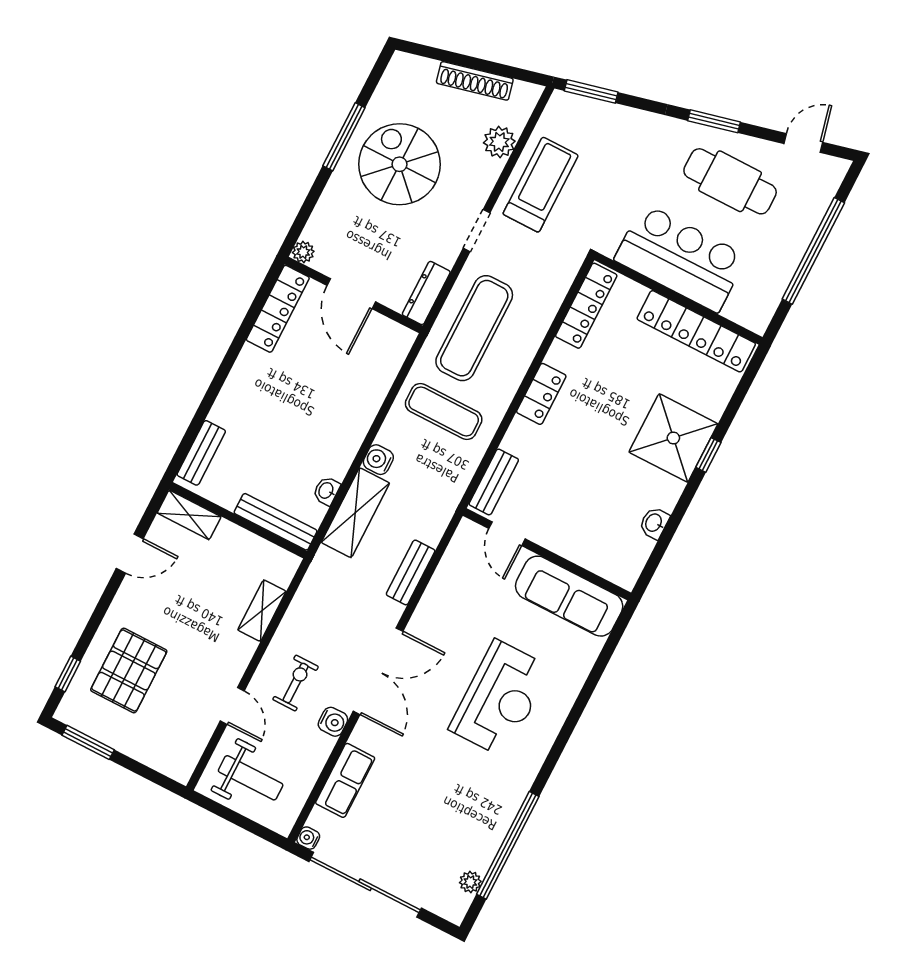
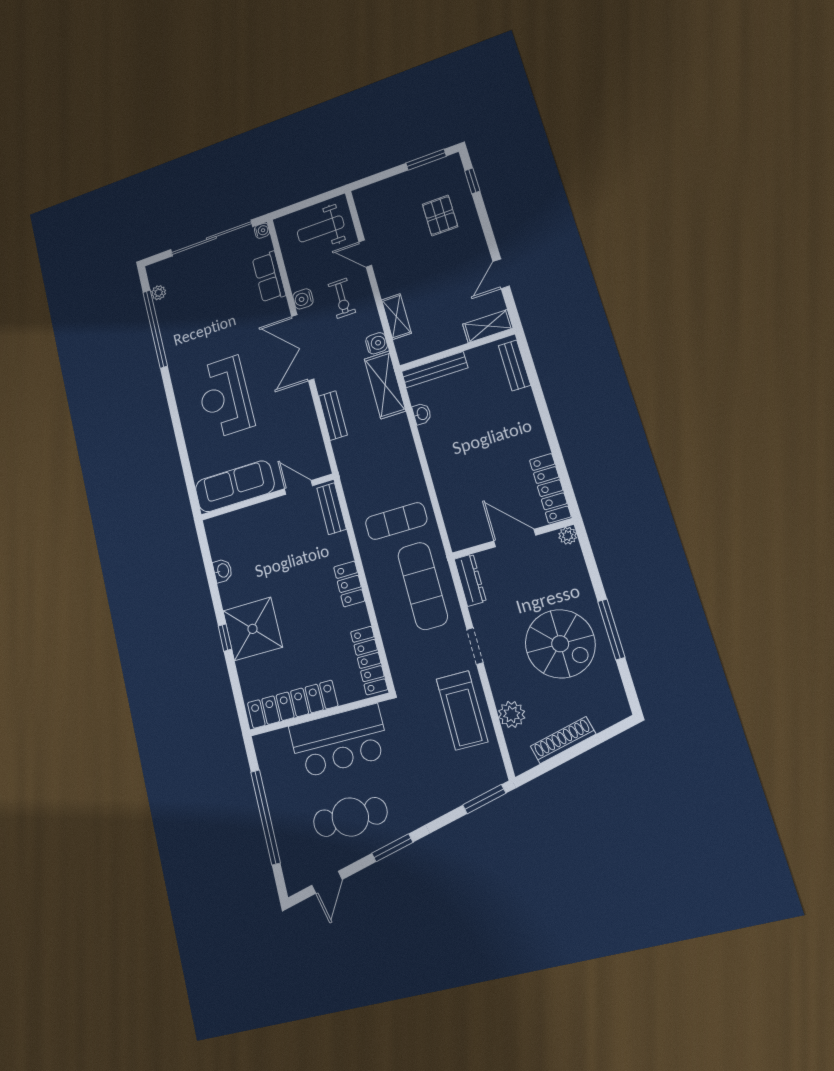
water cooler: (378, 460) -> (377, 343), moved
shelving: (355, 513) -> (385, 385), moved
pallet: (129, 670) -> (440, 215), width x0.67, depth x0.71

